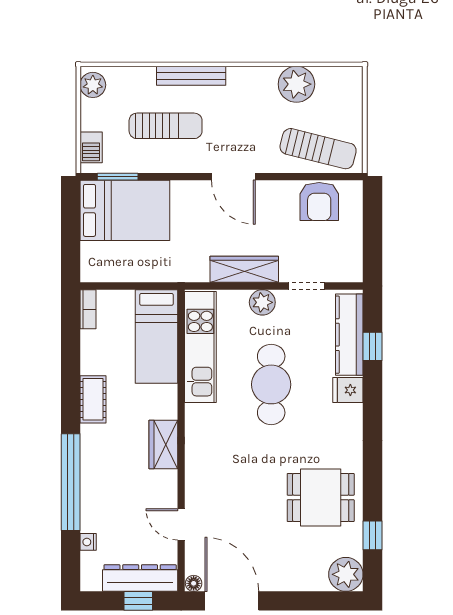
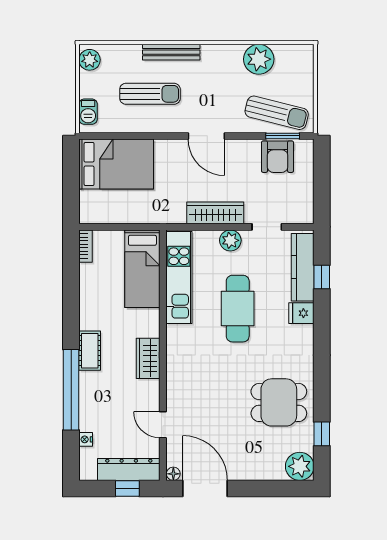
window: (118, 177) -> (283, 136), moved
cot: (93, 399) -> (90, 351), moved

